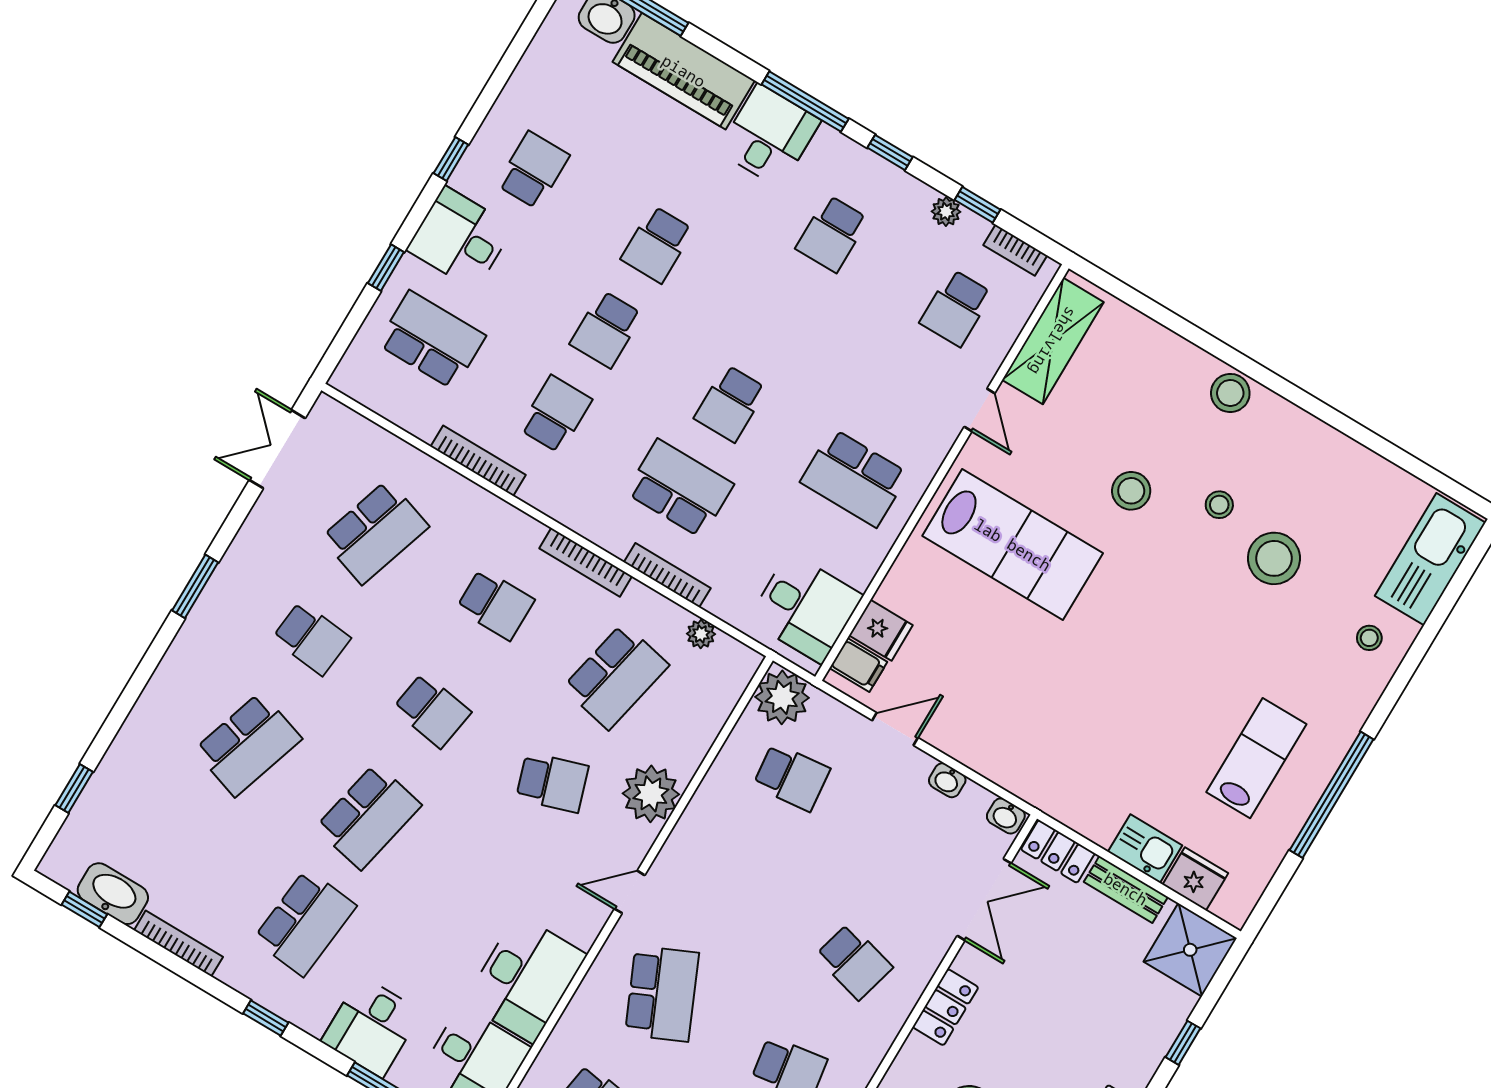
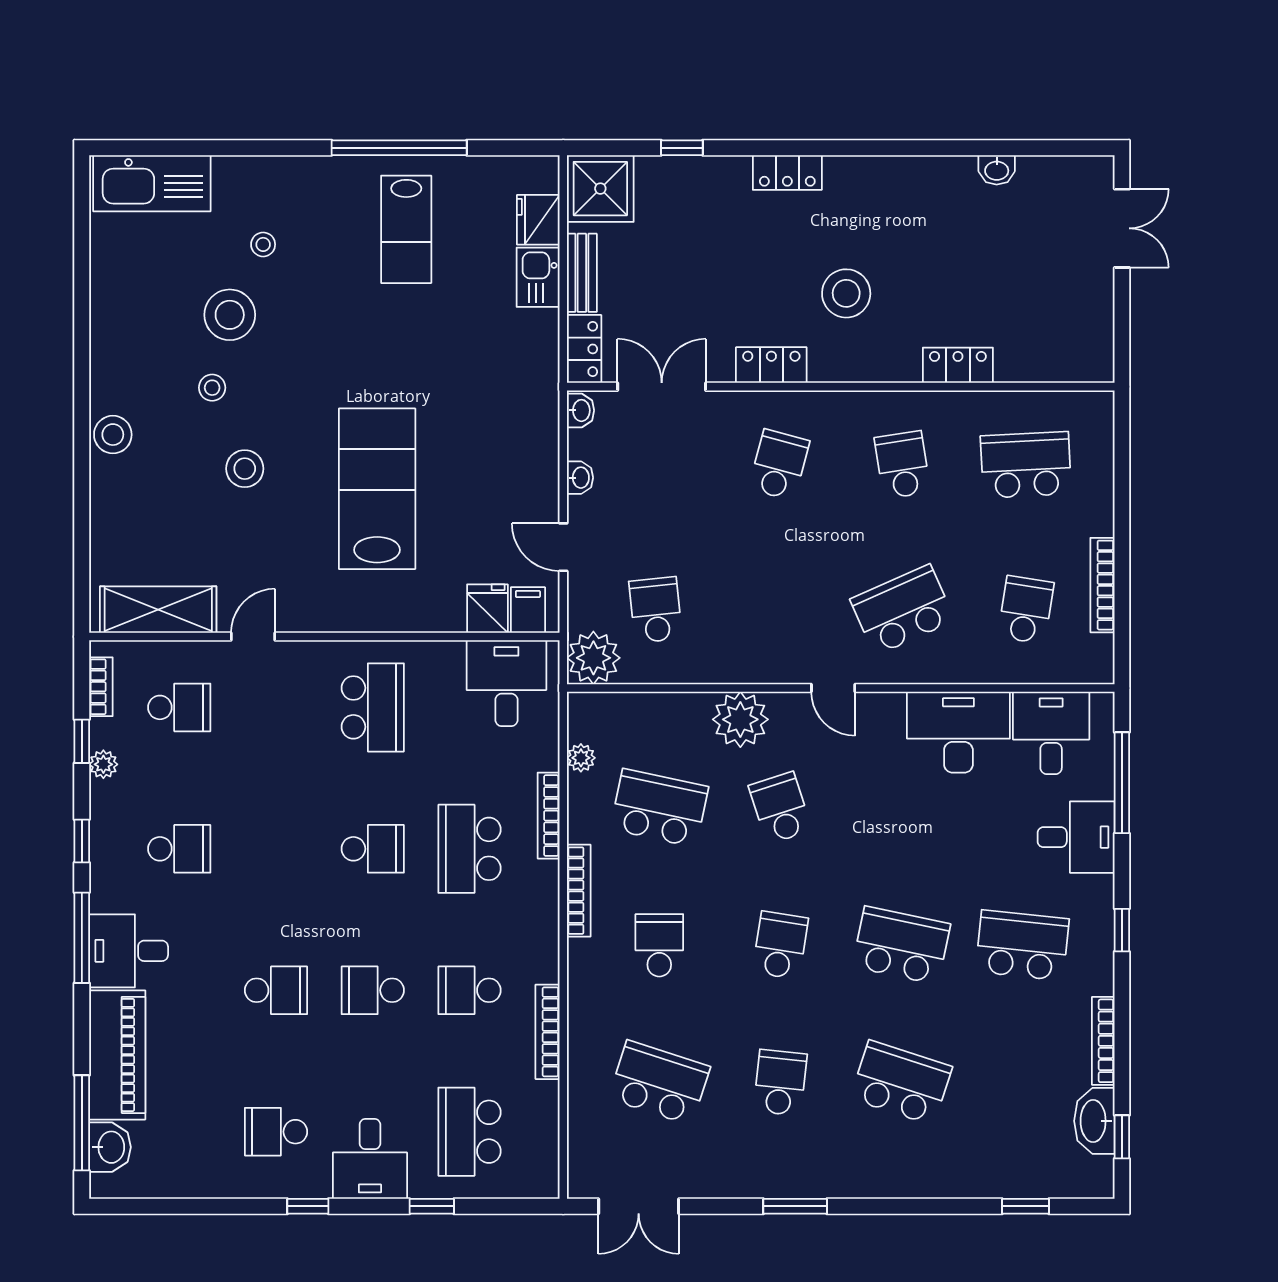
school desk: (606, 329) -> (373, 990), turned 180
lab bench: (1013, 545) -> (377, 489), moved
stool: (1369, 638) -> (263, 244), moved
lab bench: (1256, 758) -> (406, 229), turned -90

